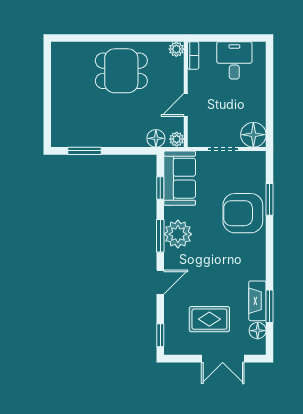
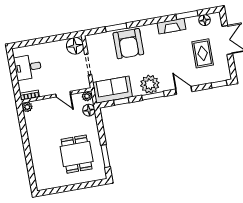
dining table: (121, 71) -> (77, 154), moved
fireplace: (257, 301) -> (171, 26), moved

